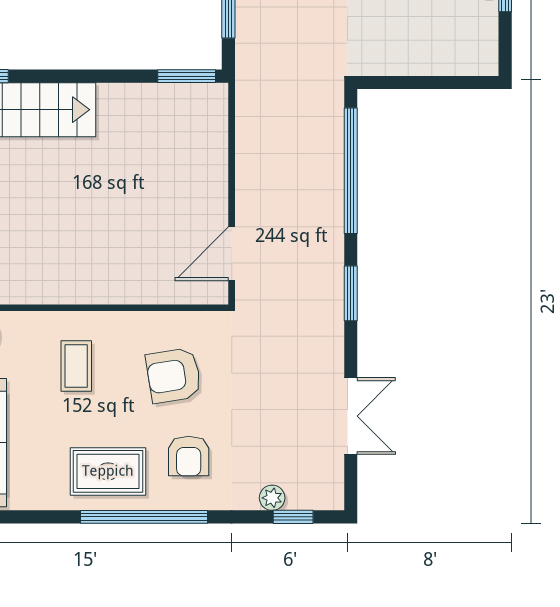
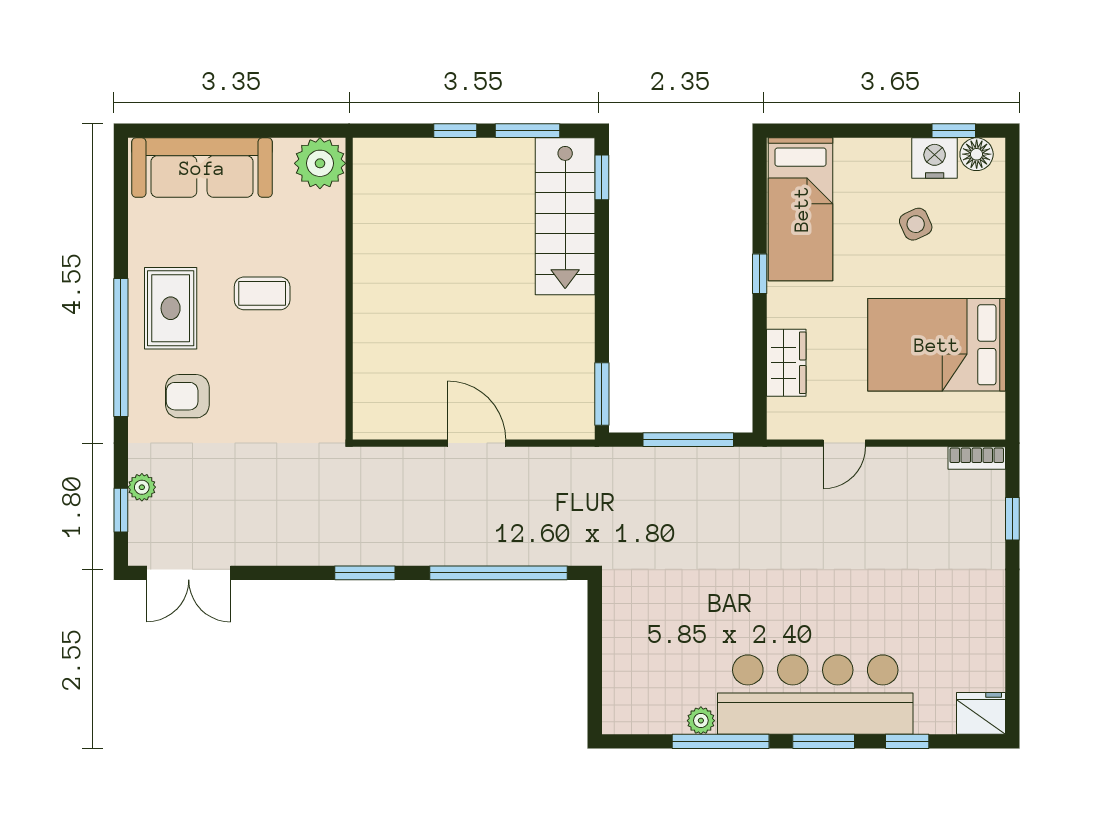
door: (232, 254) -> (477, 443), moved
coffee table: (76, 366) -> (262, 293), moved
armchair: (174, 375) -> (275, 380), removed
double door: (351, 416) -> (189, 573), moved

